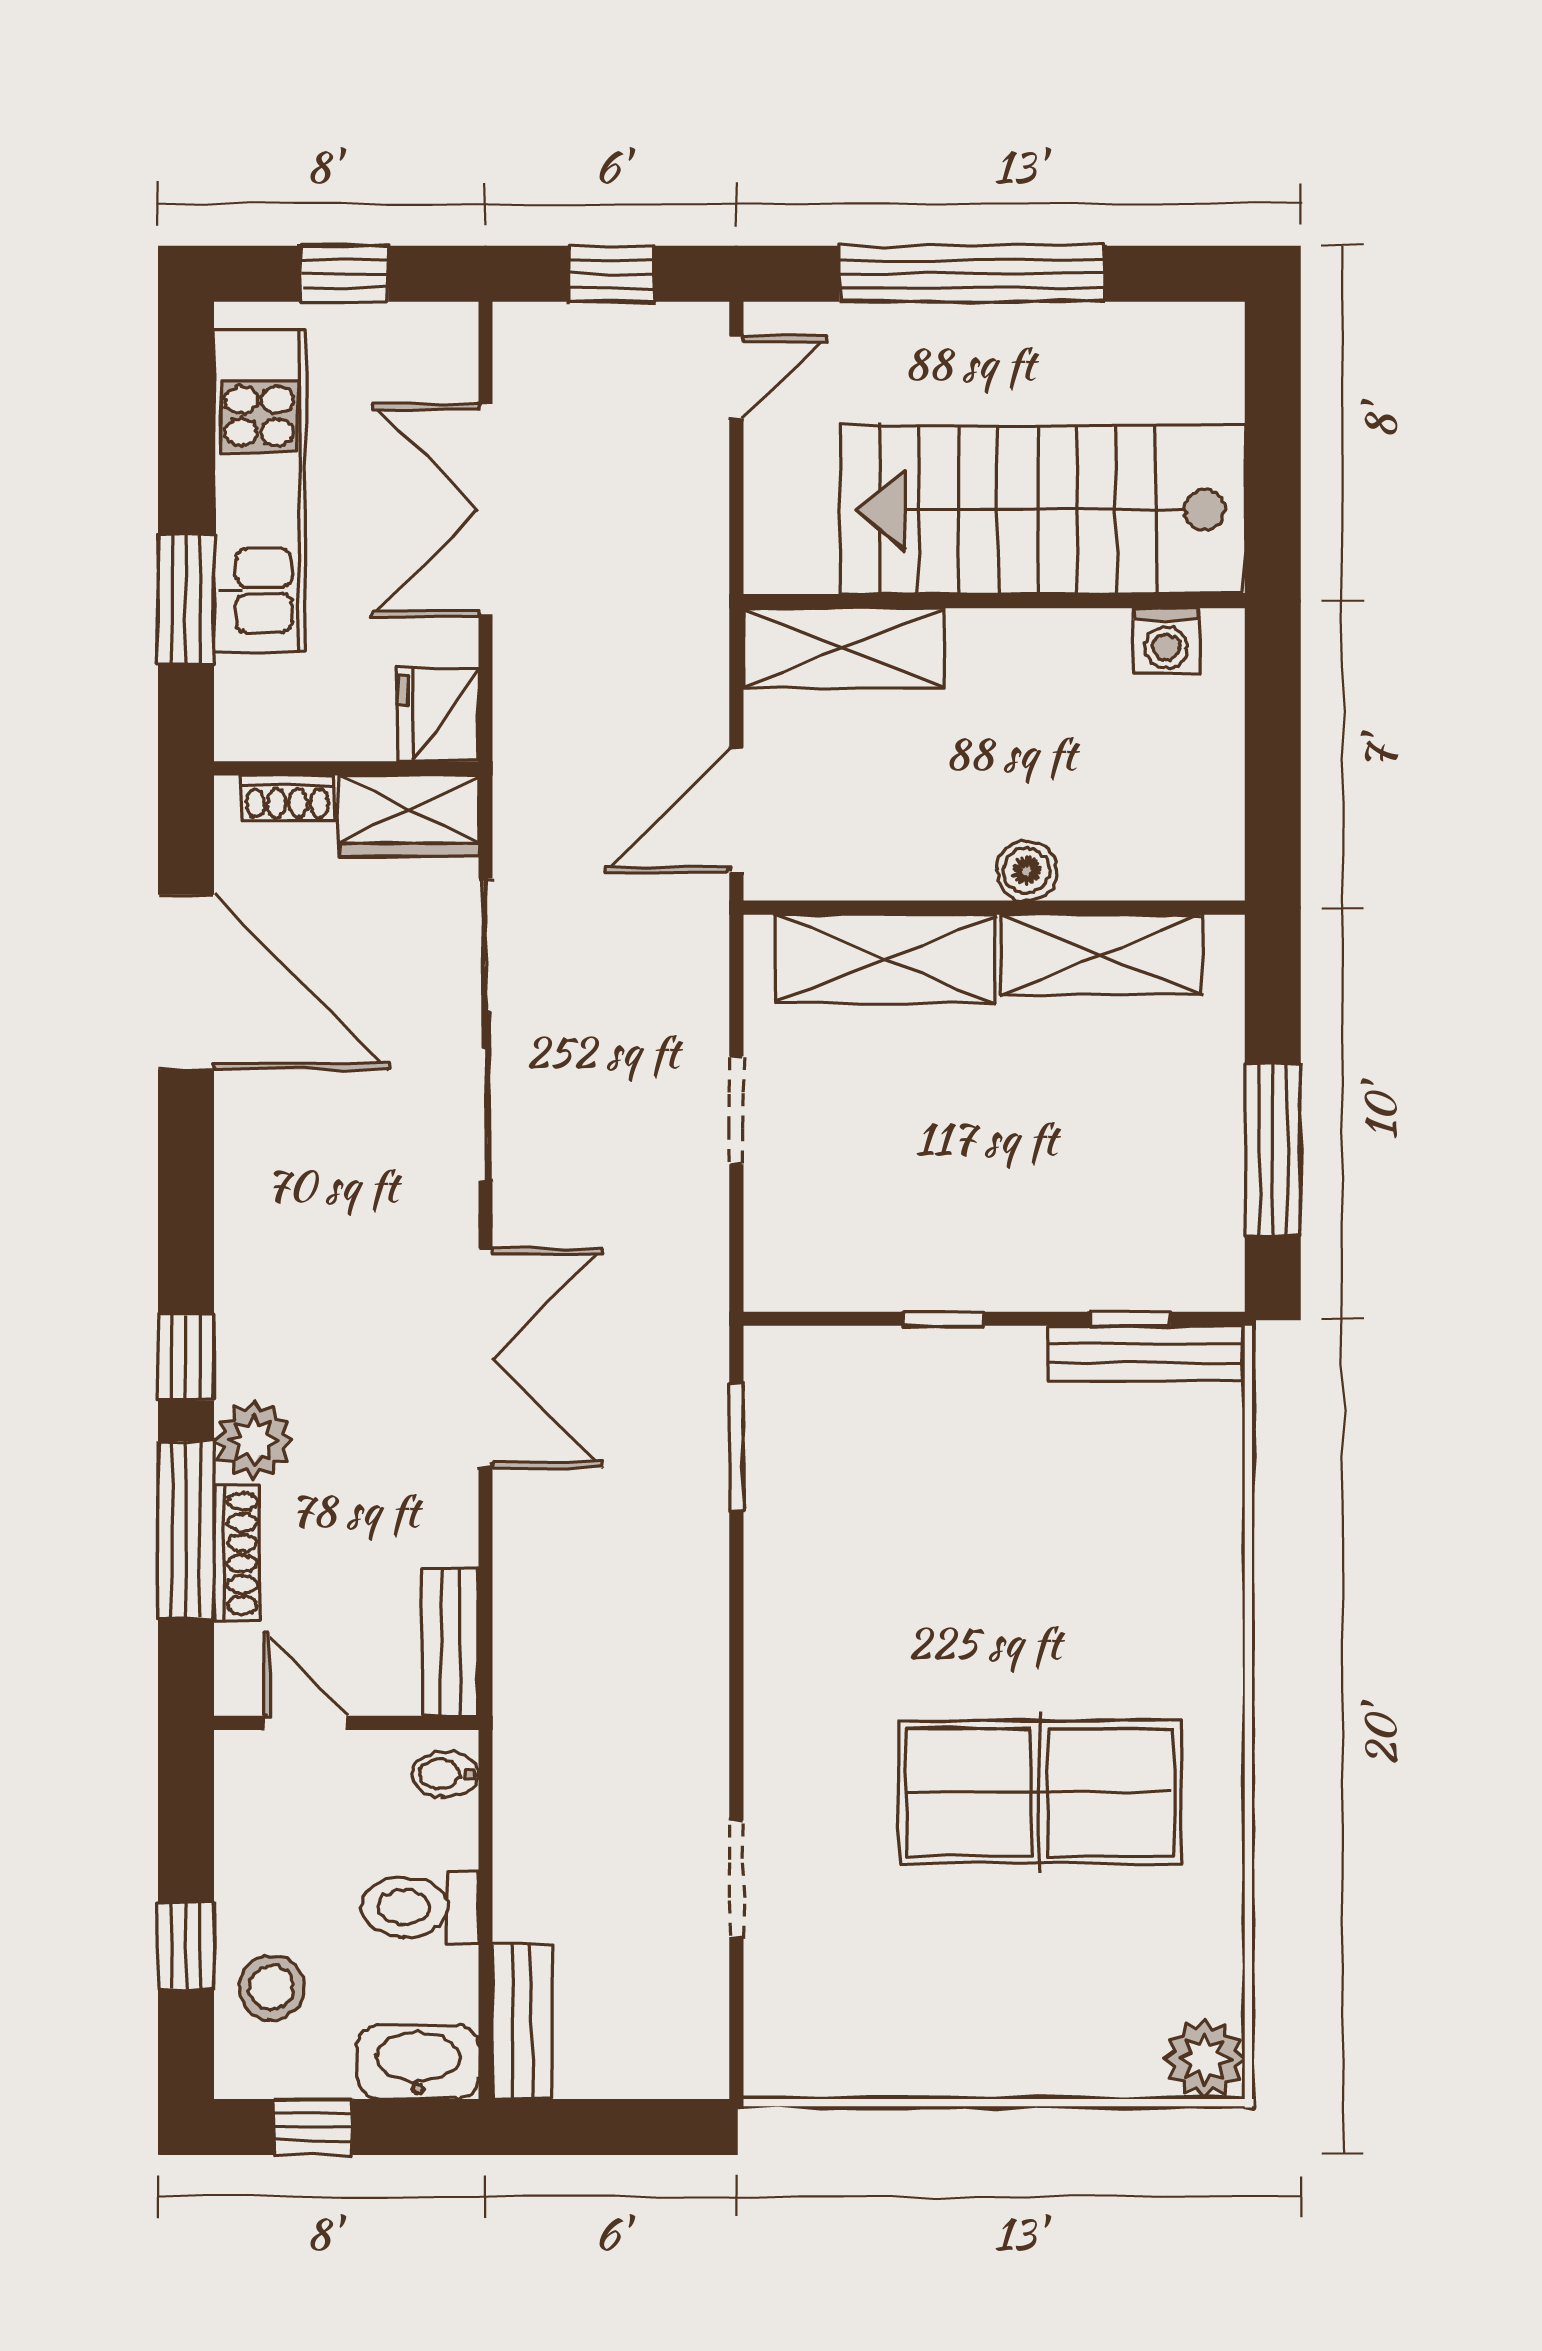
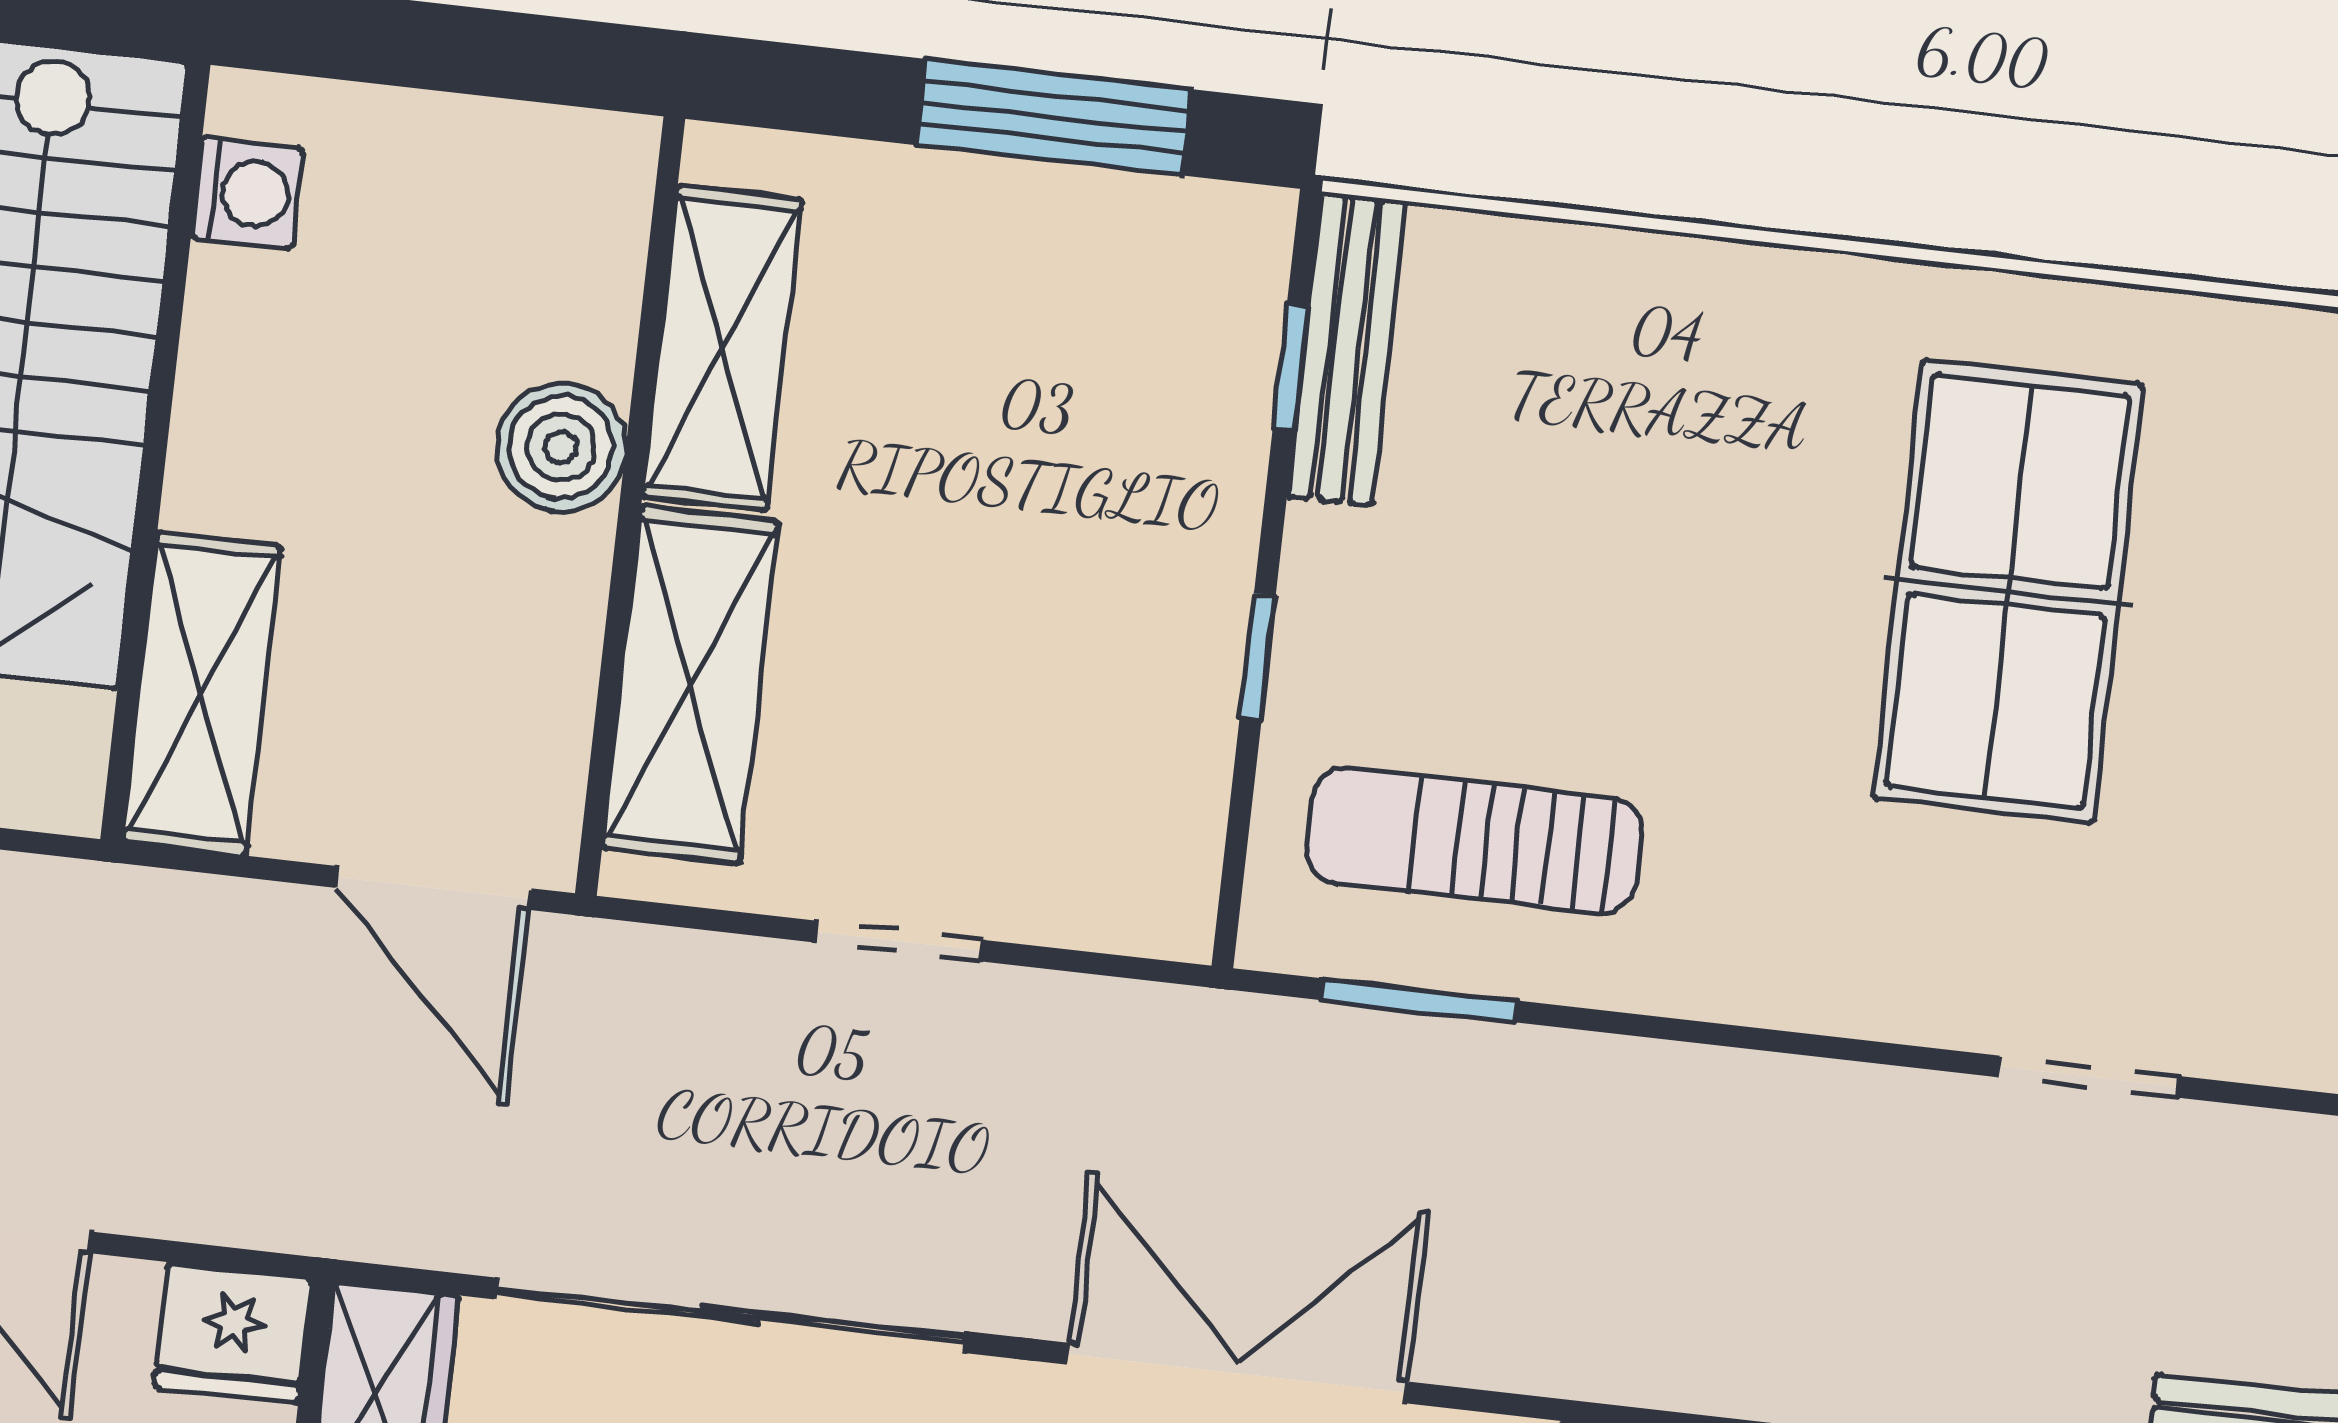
boiler: (1027, 870) -> (561, 447), width x1.36, depth x1.36
sun lounger: (842, 1470) -> (1474, 840), added

